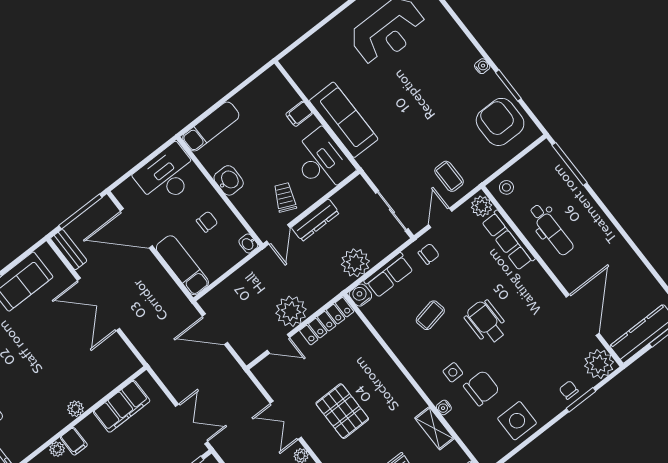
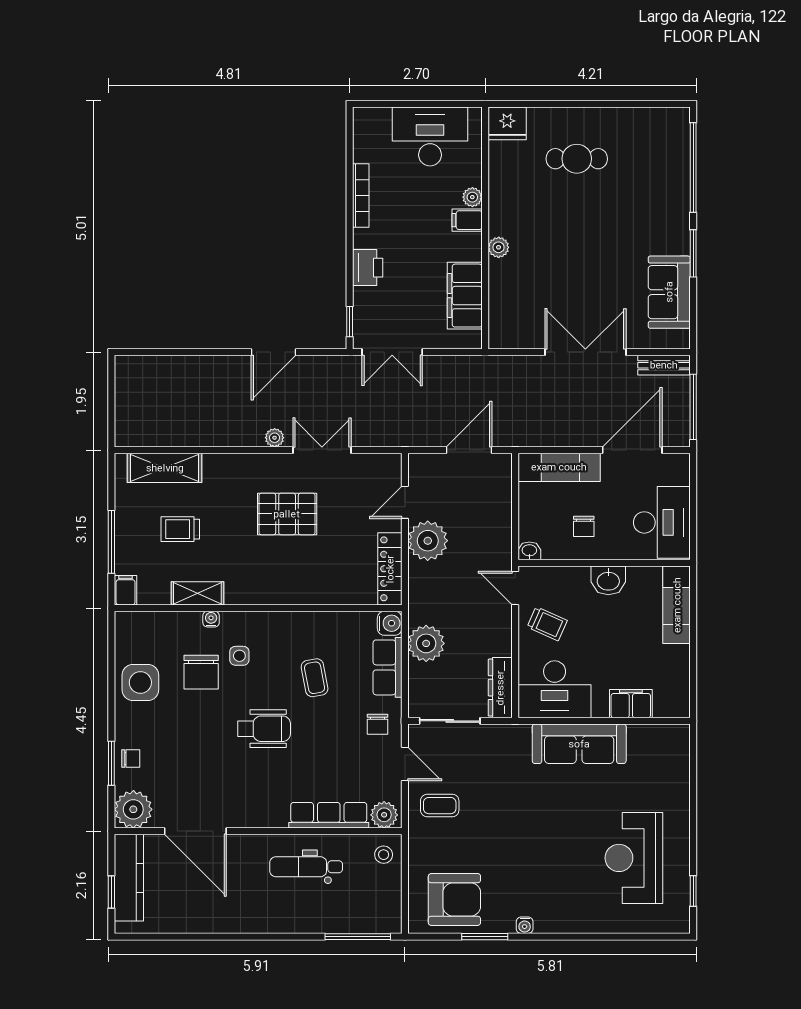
filing cabinet: (299, 114) -> (631, 704), width x2.00
dresser: (315, 220) -> (500, 688), moved

